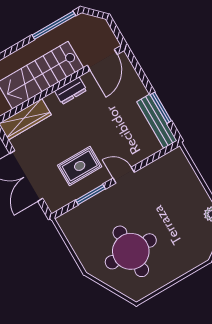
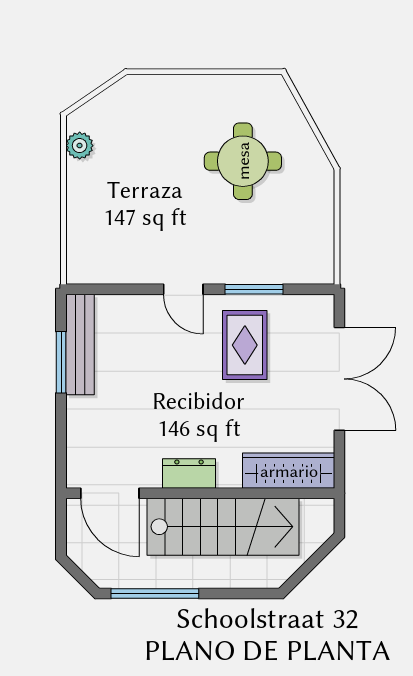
door: (102, 60) -> (110, 493), swing flipped
rug: (80, 166) -> (245, 345), turned 90
round table: (131, 251) -> (243, 161), width x0.73, depth x0.73

